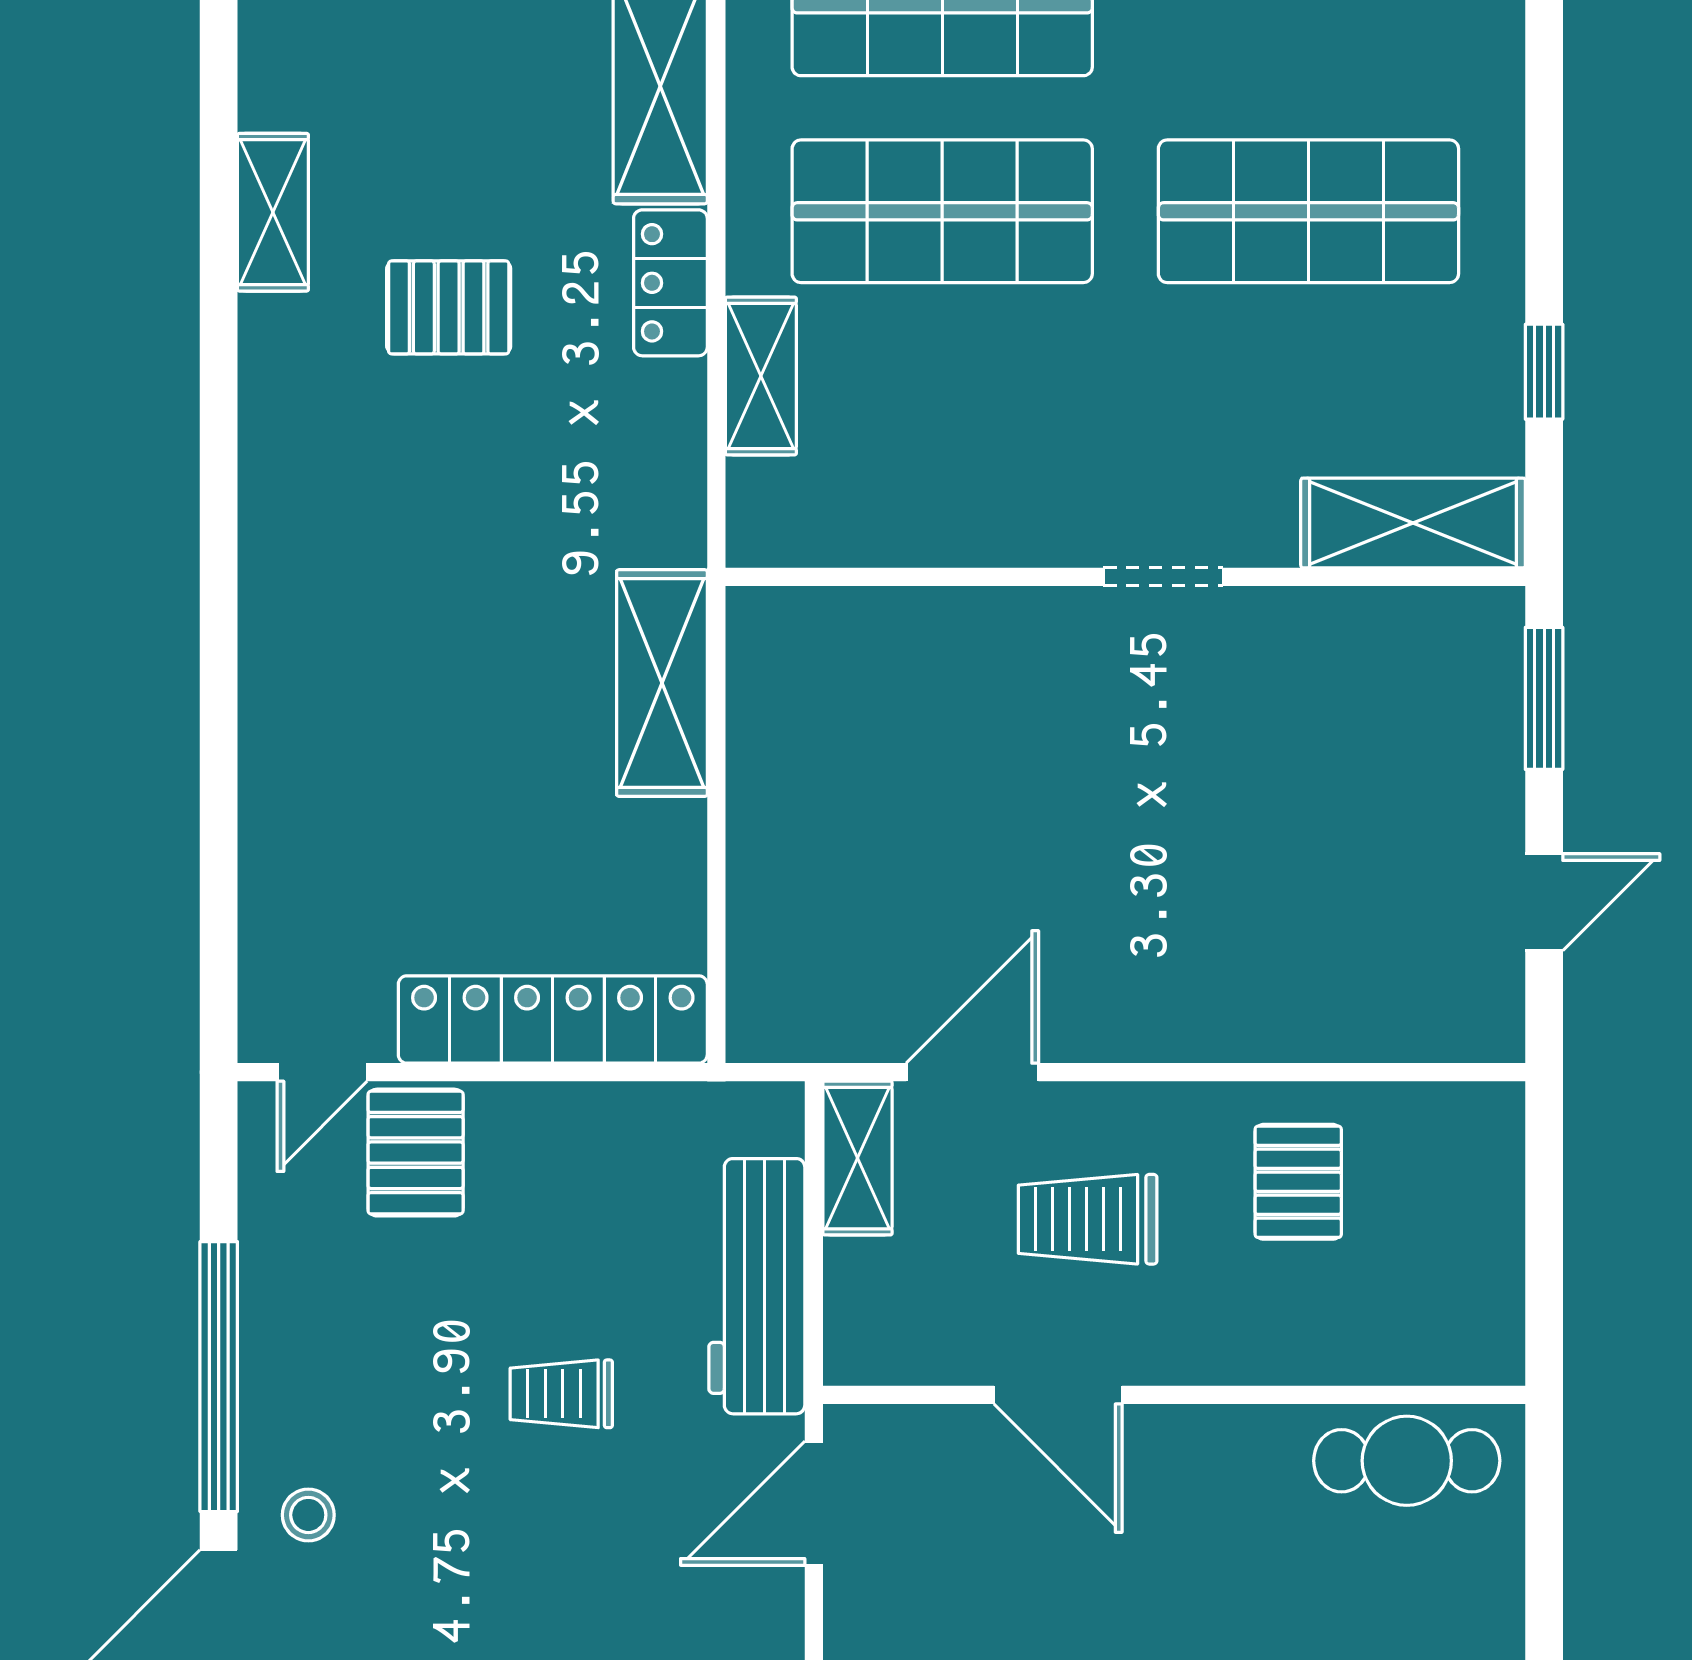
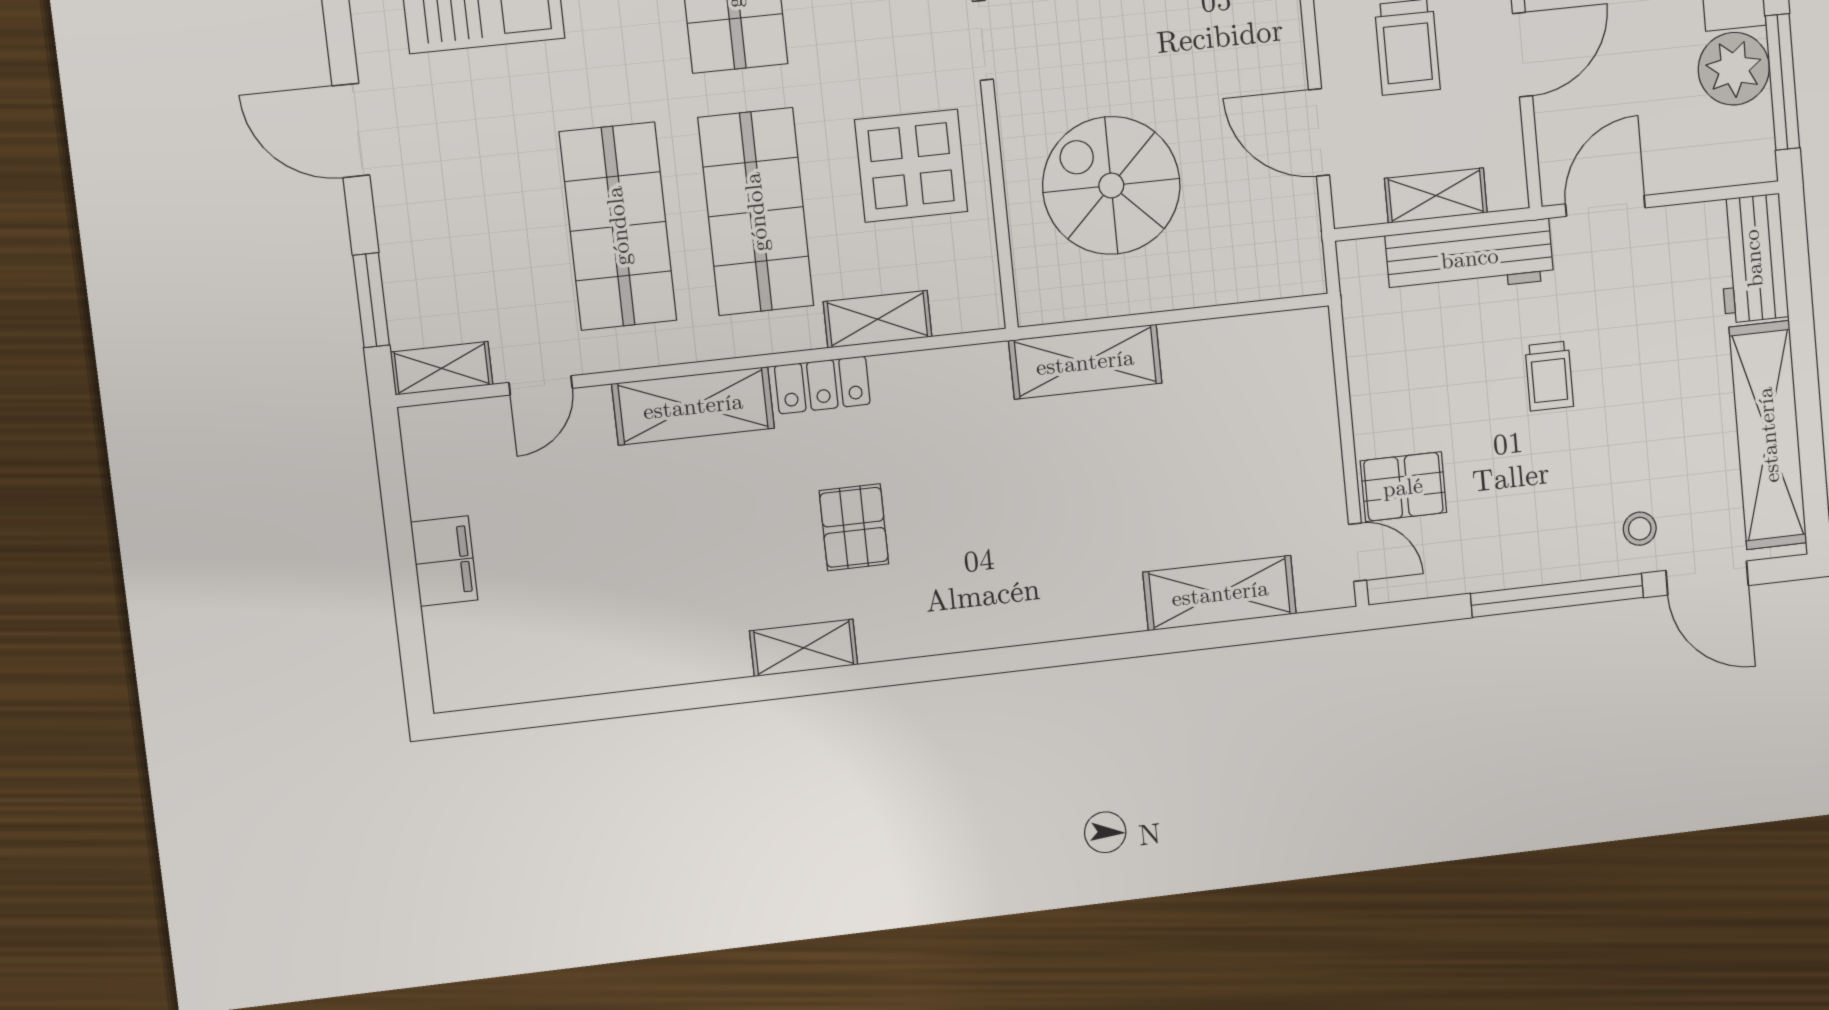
display table: (987, 450) -> (911, 166), added
spiral stairs: (925, 749) -> (1111, 185), added
shelving: (283, 854) -> (1220, 593), added
locker: (553, 1019) -> (1310, 408), removed
shelving: (857, 1158) -> (1436, 196), moved
door: (814, 1503) -> (1605, 206), swing flipped

